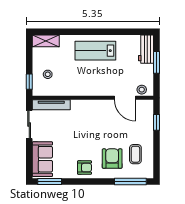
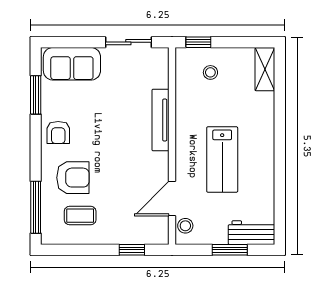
lab bench: (95, 51) -> (222, 160), moved, turned 180
tv unit: (51, 105) -> (161, 120), moved
window: (50, 181) -> (36, 95), moved

